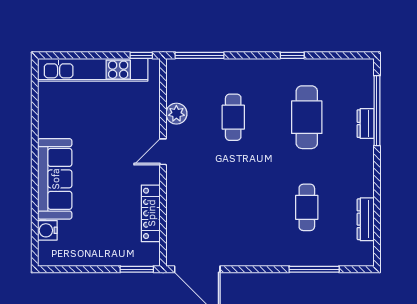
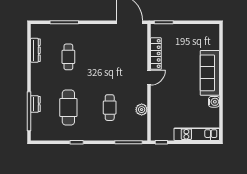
kitchen unit: (93, 70) -> (197, 134), width x0.73
door: (163, 152) -> (149, 78), moved
water cooler: (47, 230) -> (214, 102), moved

